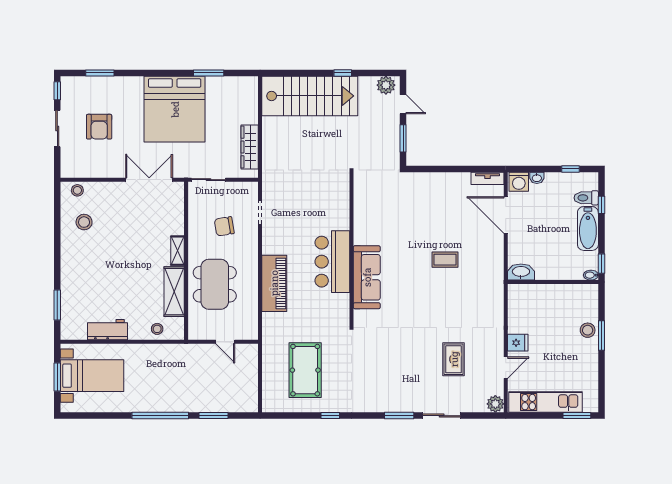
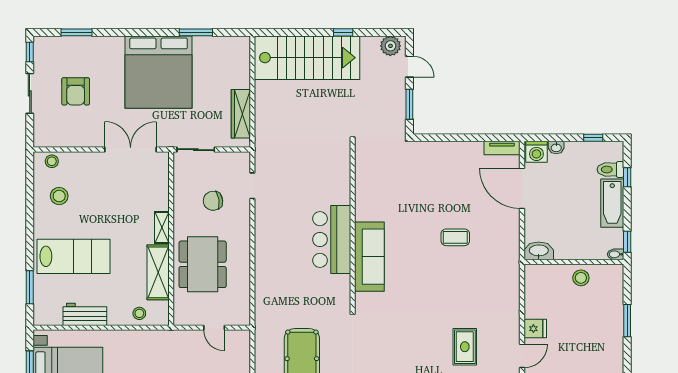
lab bench: (97, 277) -> (73, 256), added
piano: (274, 283) -> (268, 264), removed
stool: (588, 330) -> (581, 278), moved

